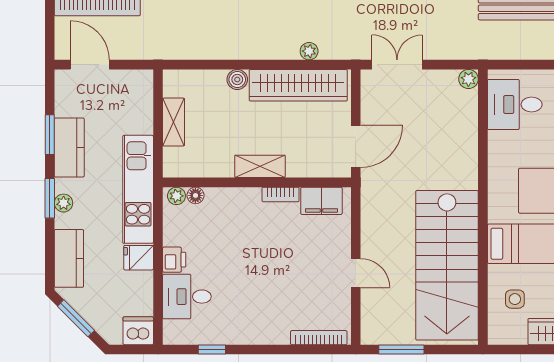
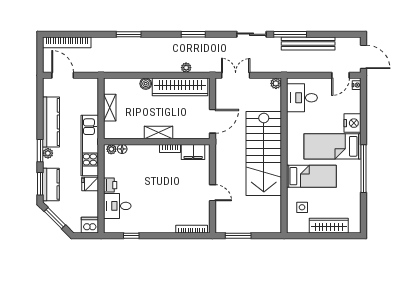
window: (50, 135) -> (40, 184), moved
kitchen counter: (69, 148) -> (51, 122), width x1.50
stairs: (447, 265) -> (264, 153), moved

